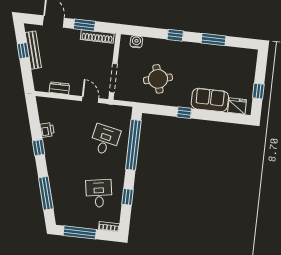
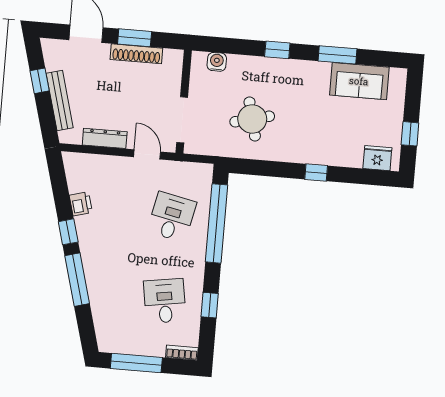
shoe rack: (97, 37) -> (136, 54), moved
bench: (33, 50) -> (60, 100), moved
dresser: (59, 88) -> (105, 138), width x1.44
sofa: (210, 100) -> (359, 81), moved, turned 180
window: (184, 113) -> (316, 172), moved
window: (46, 193) -> (77, 280), moved

